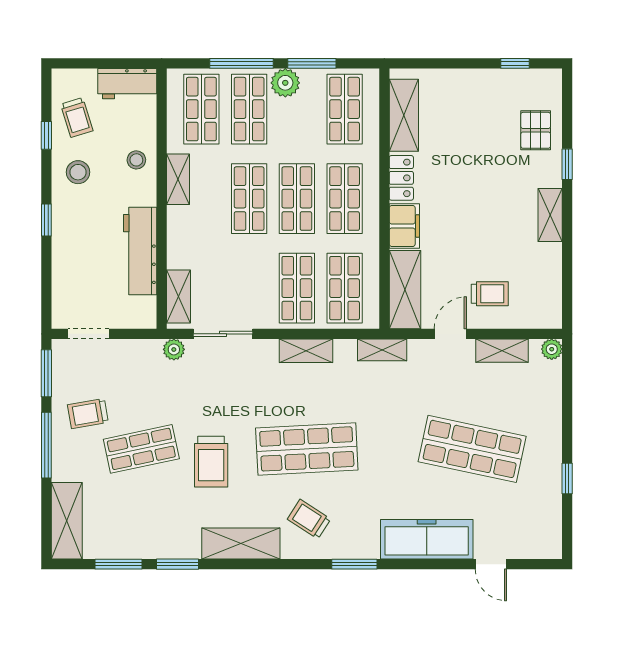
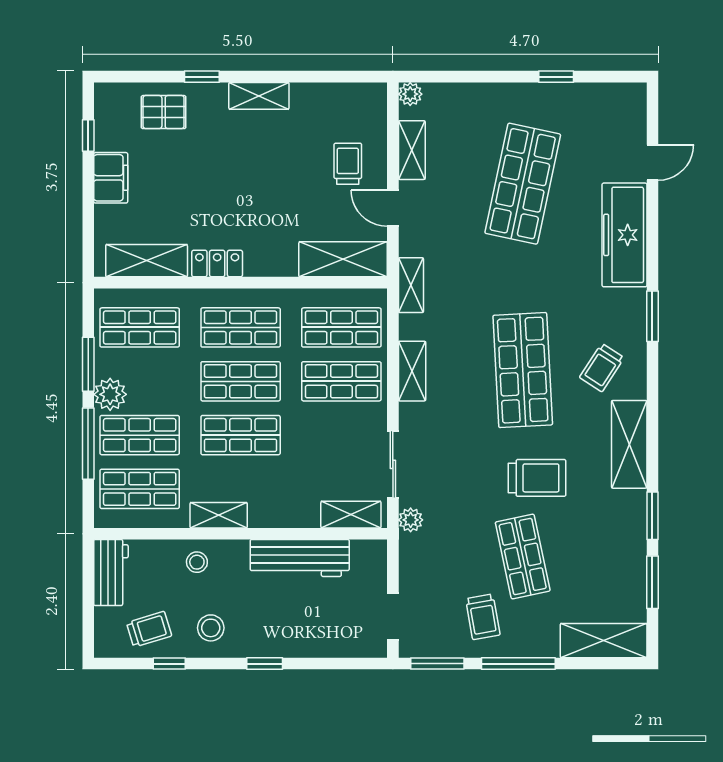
filing cabinet: (404, 226) -> (111, 178), moved, turned 90

